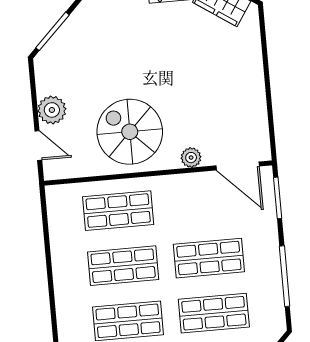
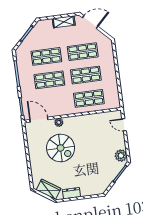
plant: (52, 110) -> (121, 156), moved
spiral stairs: (130, 132) -> (61, 148), moved

